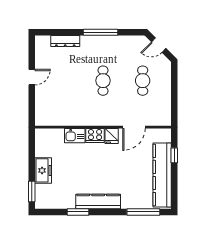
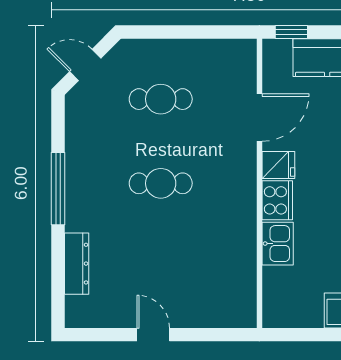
door: (159, 45) -> (85, 65), swing flipped
door: (134, 127) -> (259, 118), hinge flipped
window: (174, 155) -> (291, 32), moved

